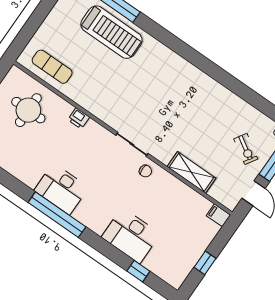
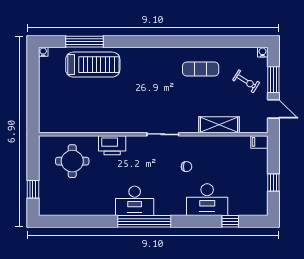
exercise mat: (52, 67) -> (201, 69), moved
printer: (79, 118) -> (112, 145), width x1.87, depth x1.48
chair: (145, 171) -> (187, 167), moved

